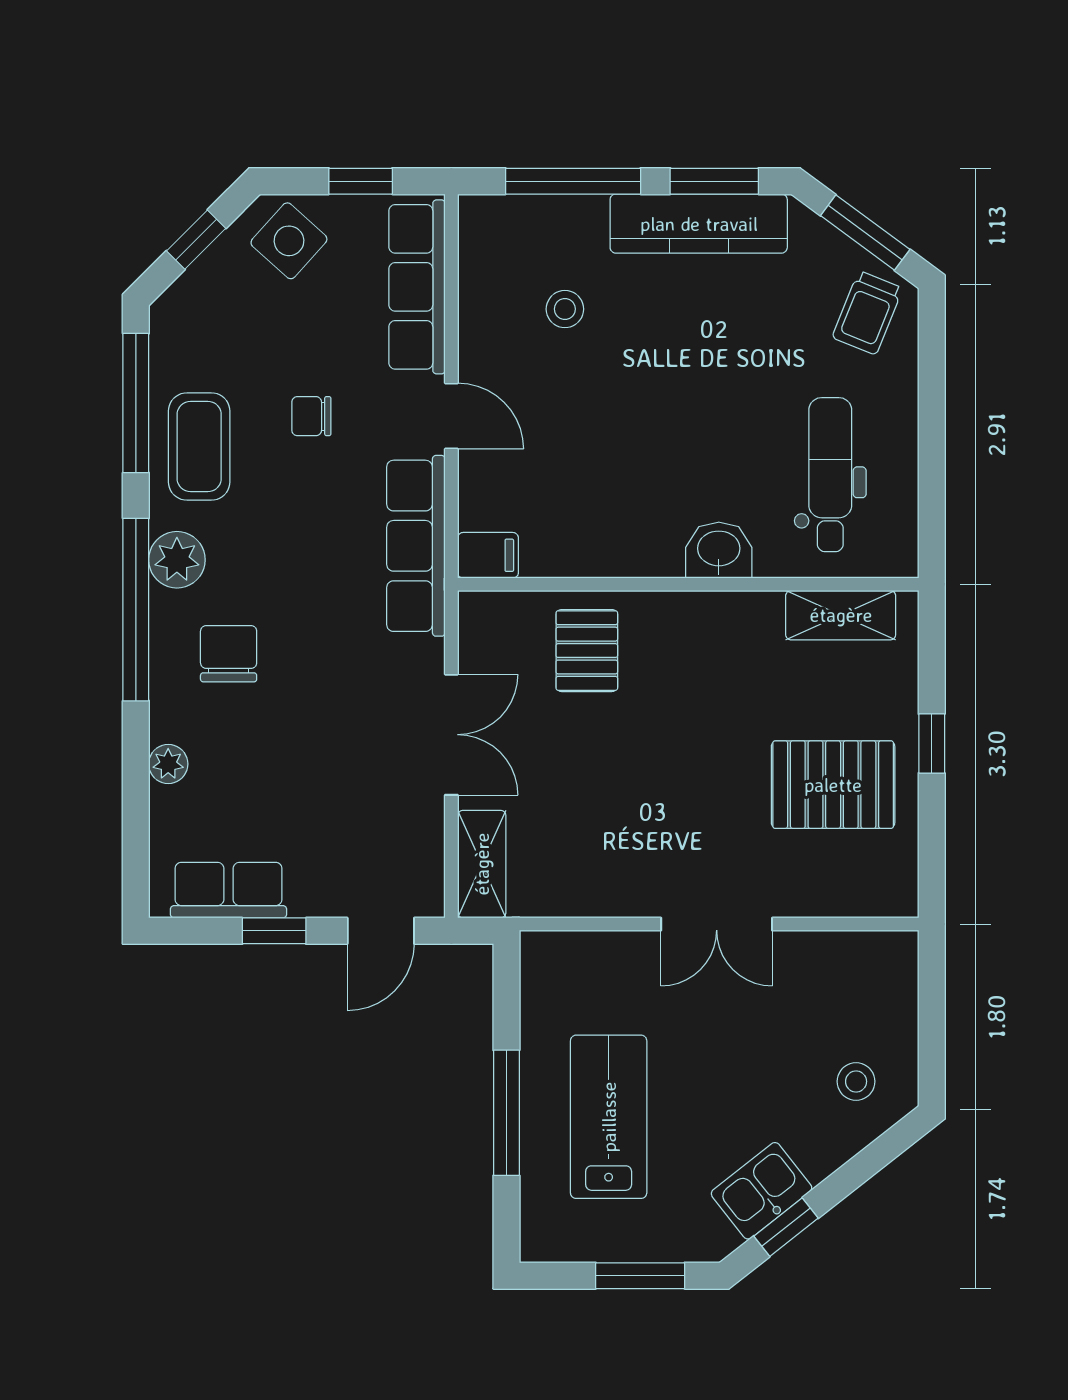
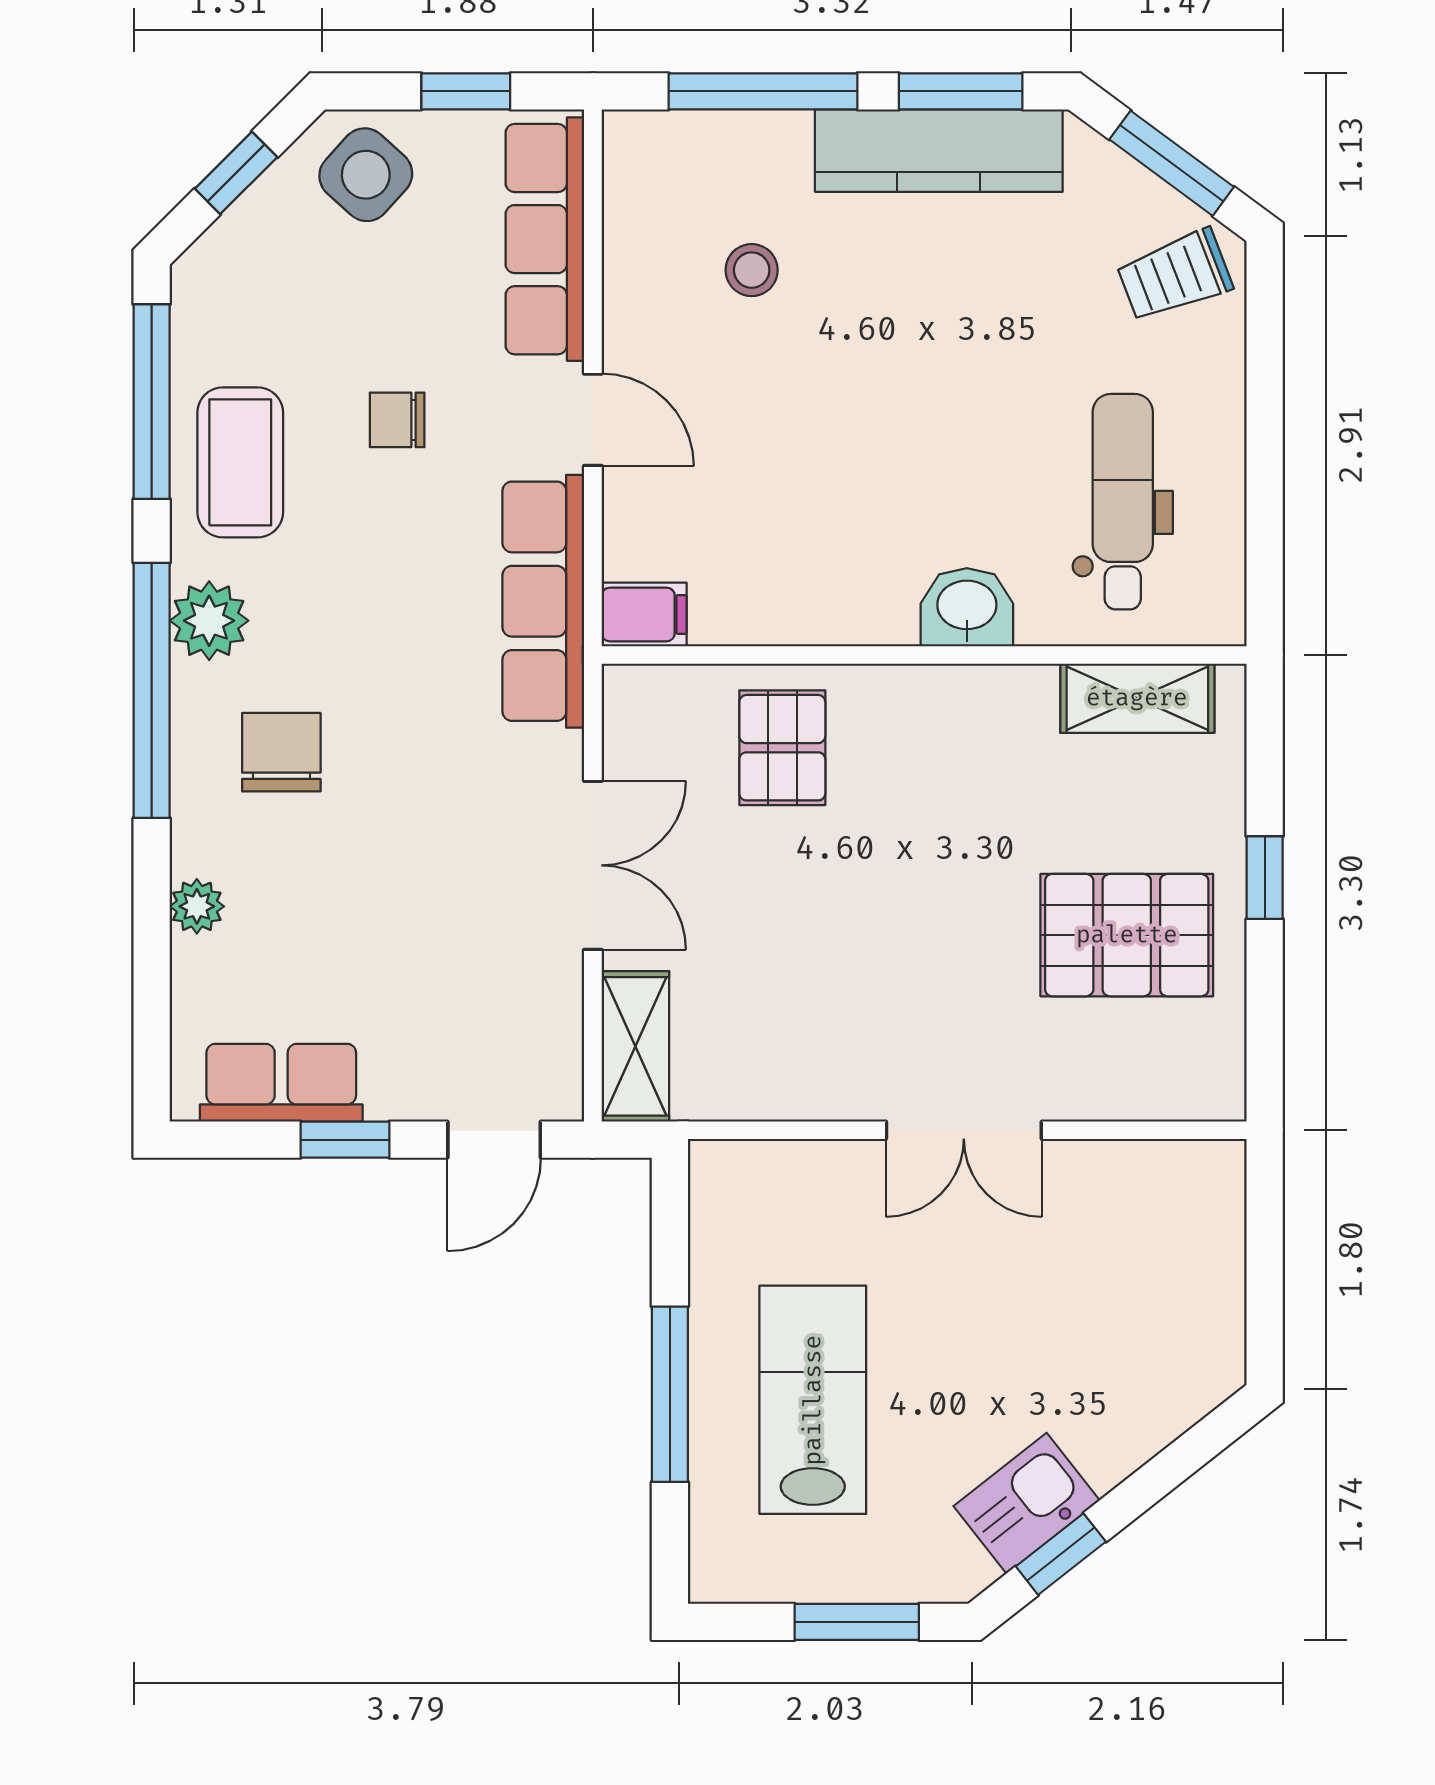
trolley: (867, 313) -> (1175, 275), turned 47
stool: (856, 1081) -> (1159, 1350), removed

